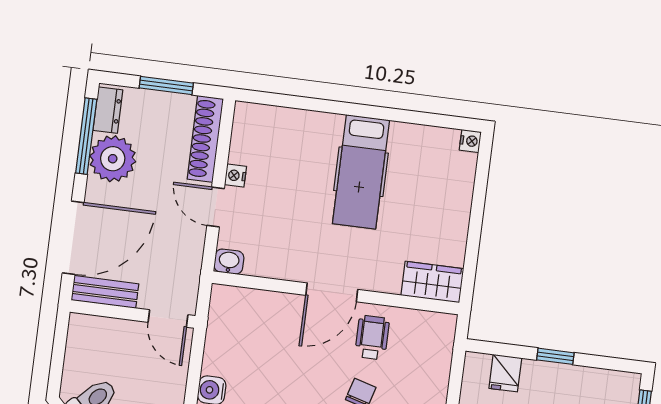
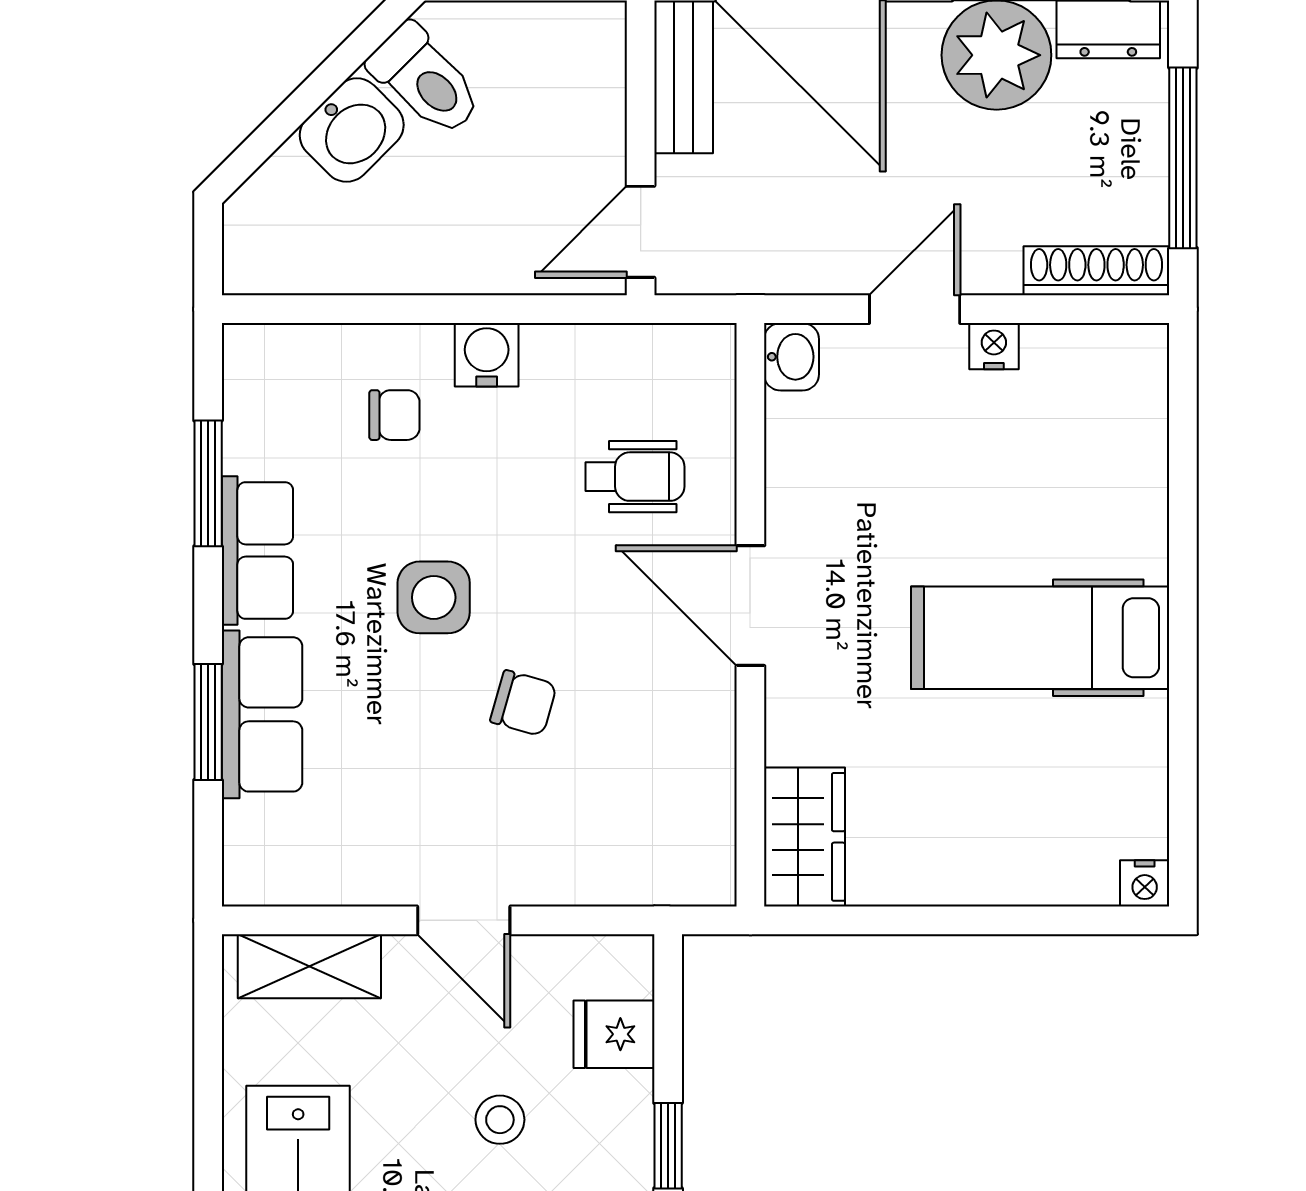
window: (166, 86) -> (1183, 158), width x1.44
shoe rack: (205, 139) -> (1096, 271), width x0.74, depth x0.81
wheelchair: (372, 337) -> (635, 477), moved

